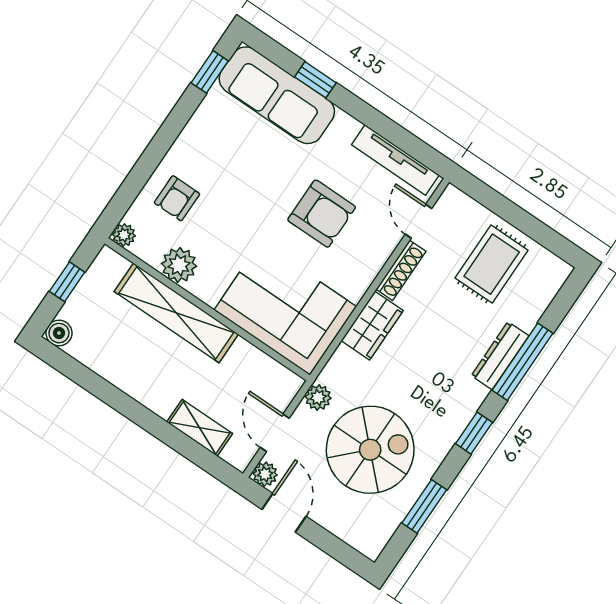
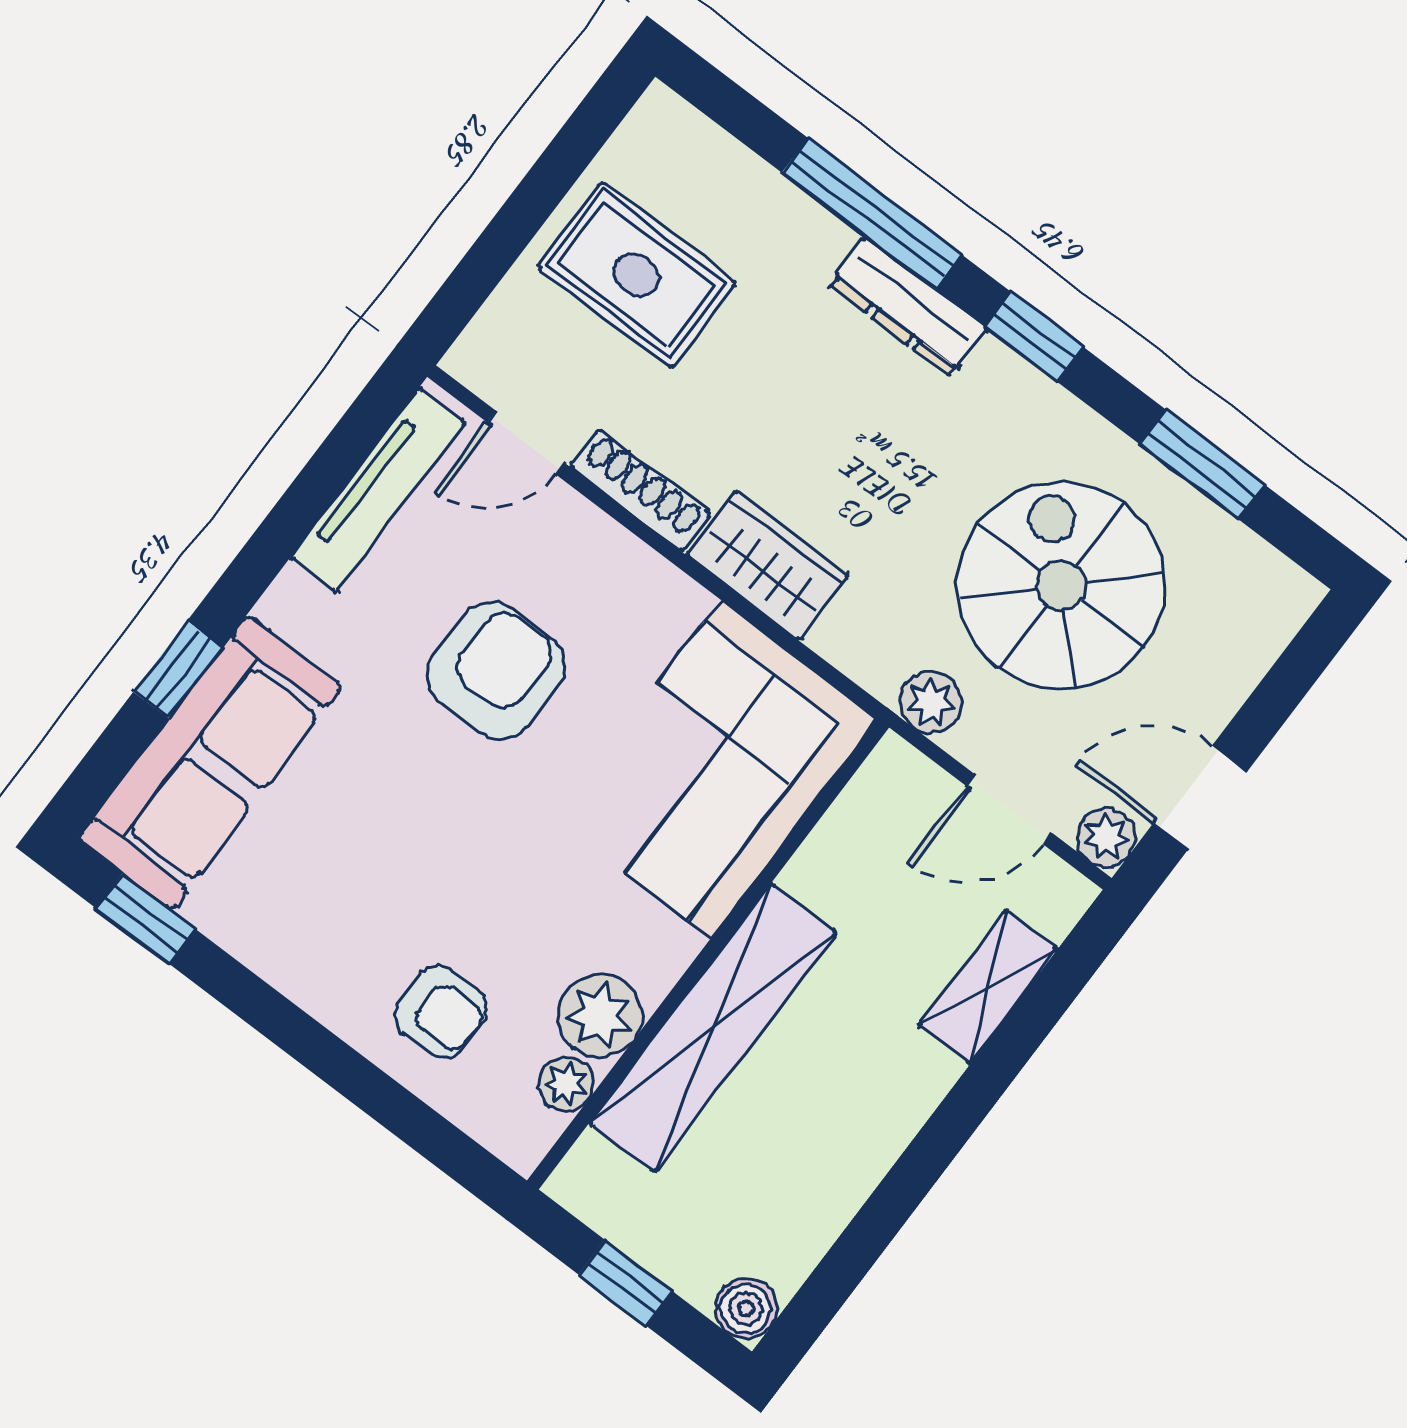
plant: (124, 235) -> (566, 1084), moved
dresser: (500, 356) -> (908, 306), moved

